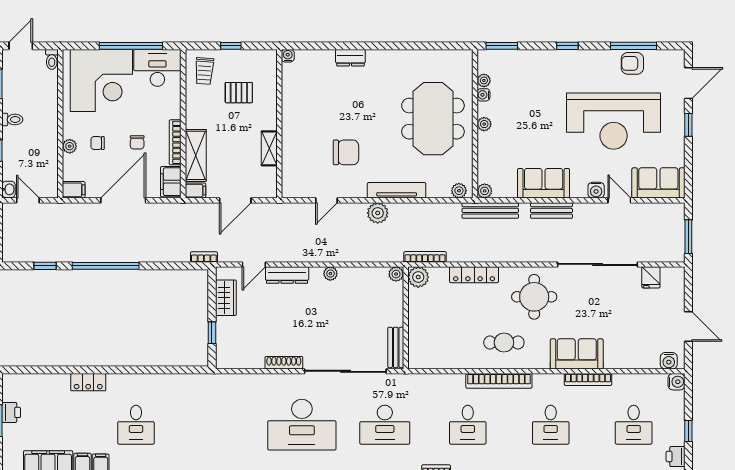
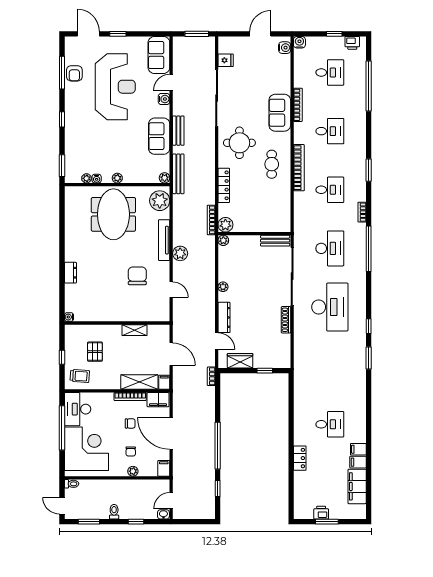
meeting table: (433, 119) -> (113, 214), turned 90
plant: (459, 191) -> (160, 201), width x1.87, depth x1.87

